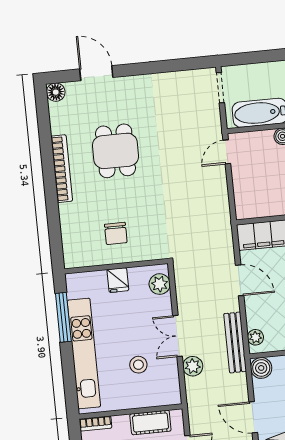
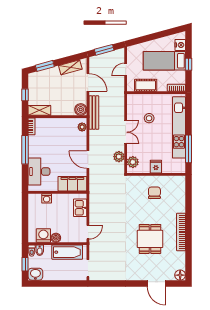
kitchen sink: (245, 194) -> (80, 208), added
bench: (235, 342) -> (94, 113), moved
plant: (193, 366) -> (119, 157), moved

